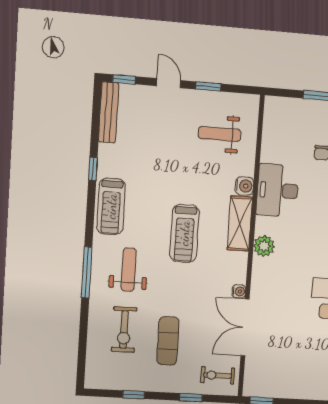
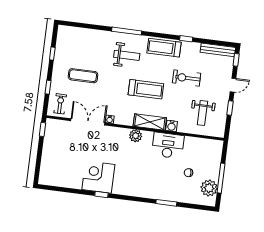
weight bench: (220, 134) -> (202, 113), turned 180
treadmill: (184, 233) -> (146, 89), turned 180
exercise bike: (124, 330) -> (187, 78), moved

